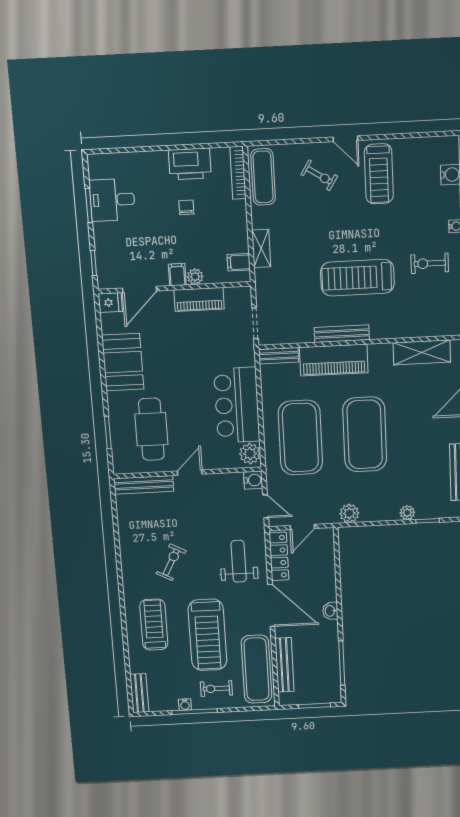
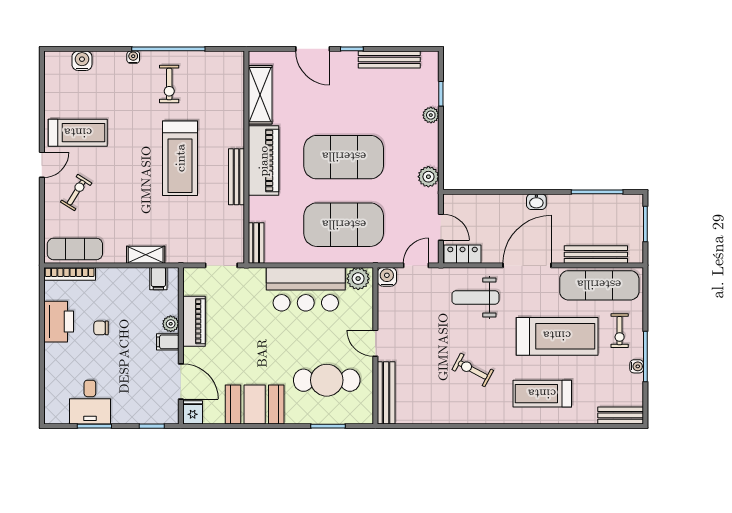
piano: (334, 360) -> (263, 161), moved
locker: (279, 556) -> (463, 254), width x0.66

